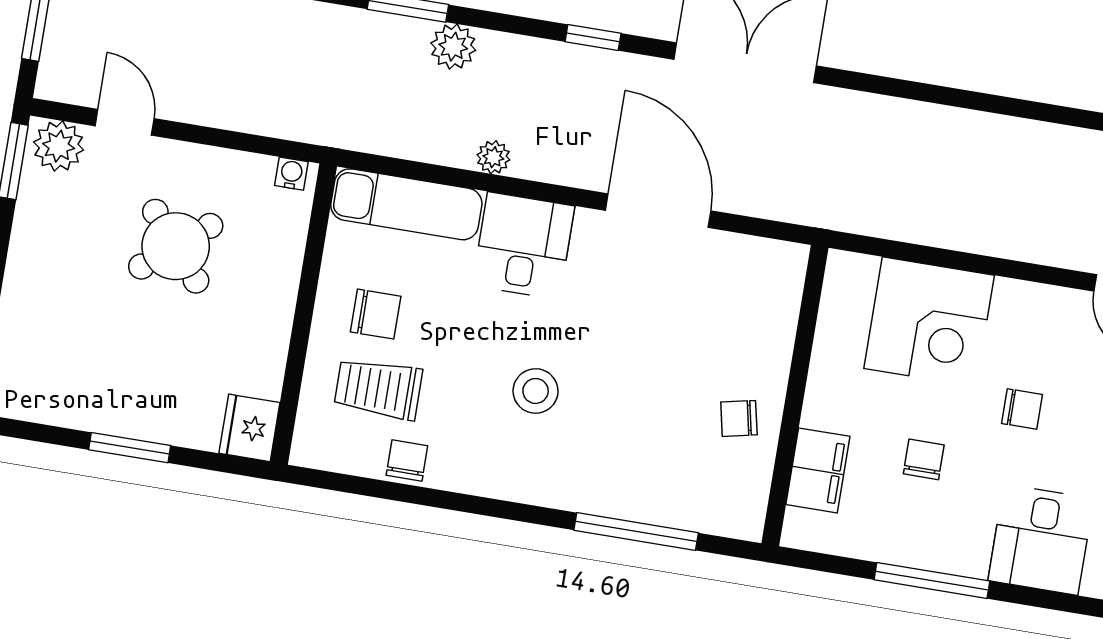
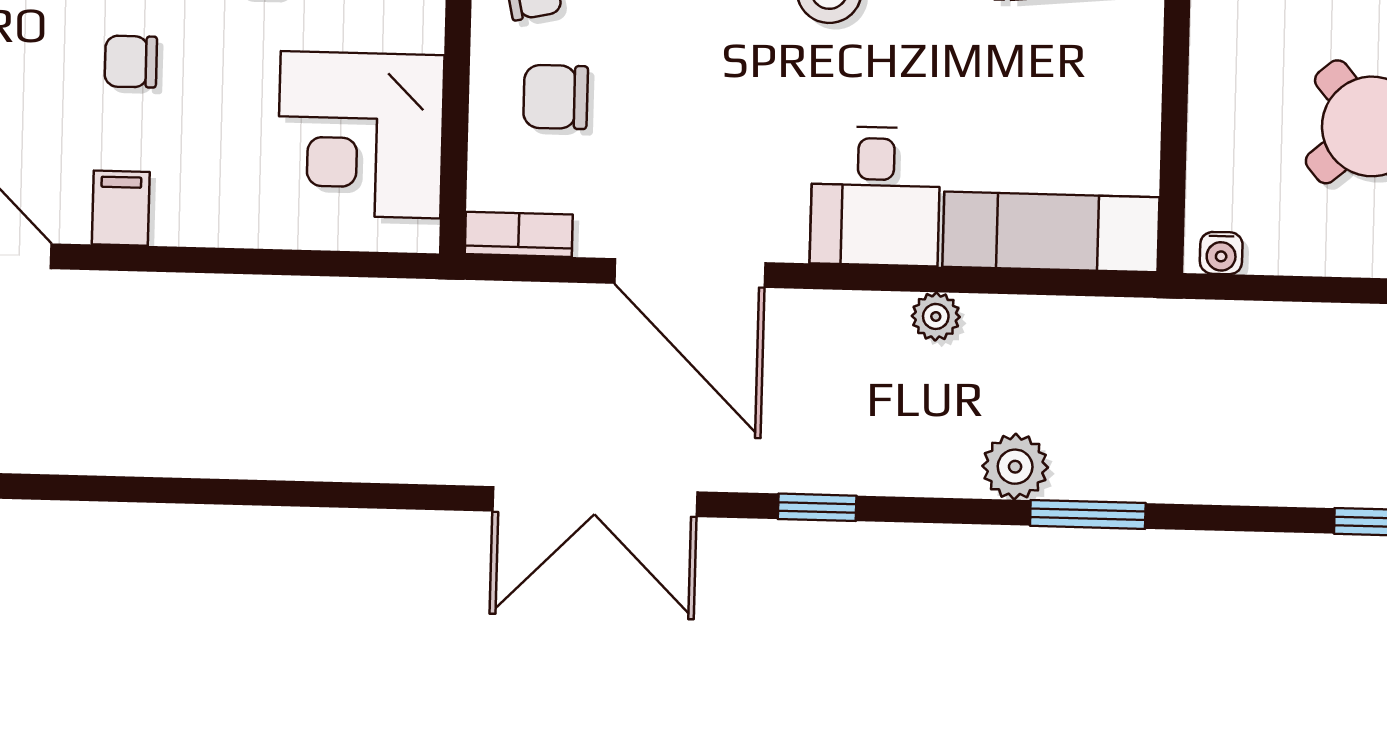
bookcase: (772, 253) -> (519, 234), added
filing cabinet: (1043, 309) -> (121, 208), added
chair: (376, 314) -> (556, 97), moved
corner desk: (929, 322) -> (360, 135), moved, turned -90

